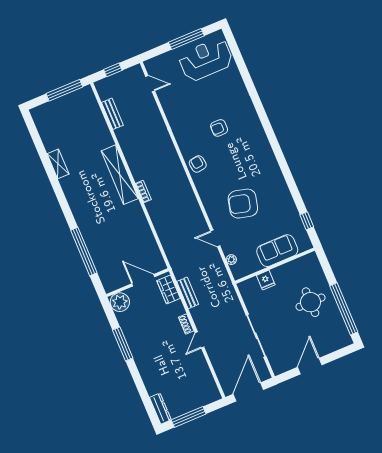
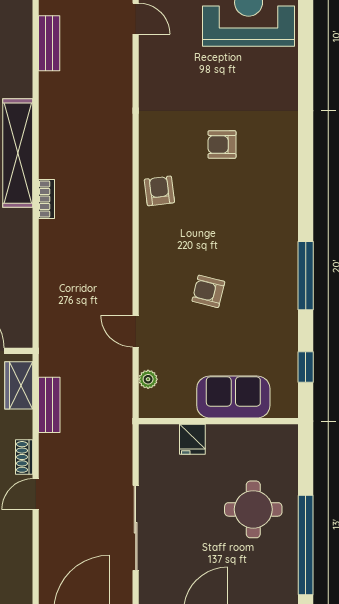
window: (288, 176) -> (306, 276), added
armchair: (243, 204) -> (208, 291), width x0.53, depth x0.53

